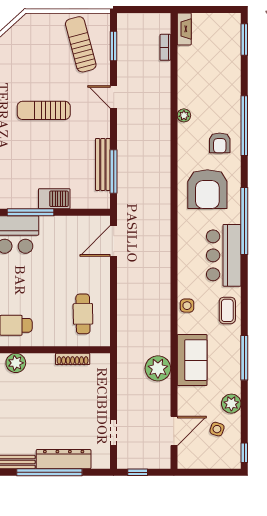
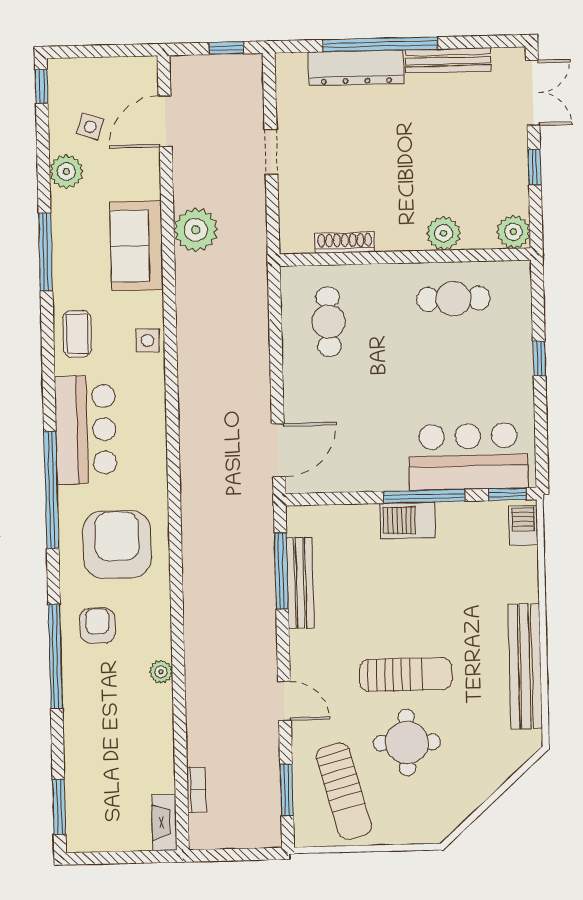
round table: (44, 71) -> (407, 742), added
barbecue: (54, 199) -> (408, 520), moved
doorway: (114, 432) -> (271, 152), moved

